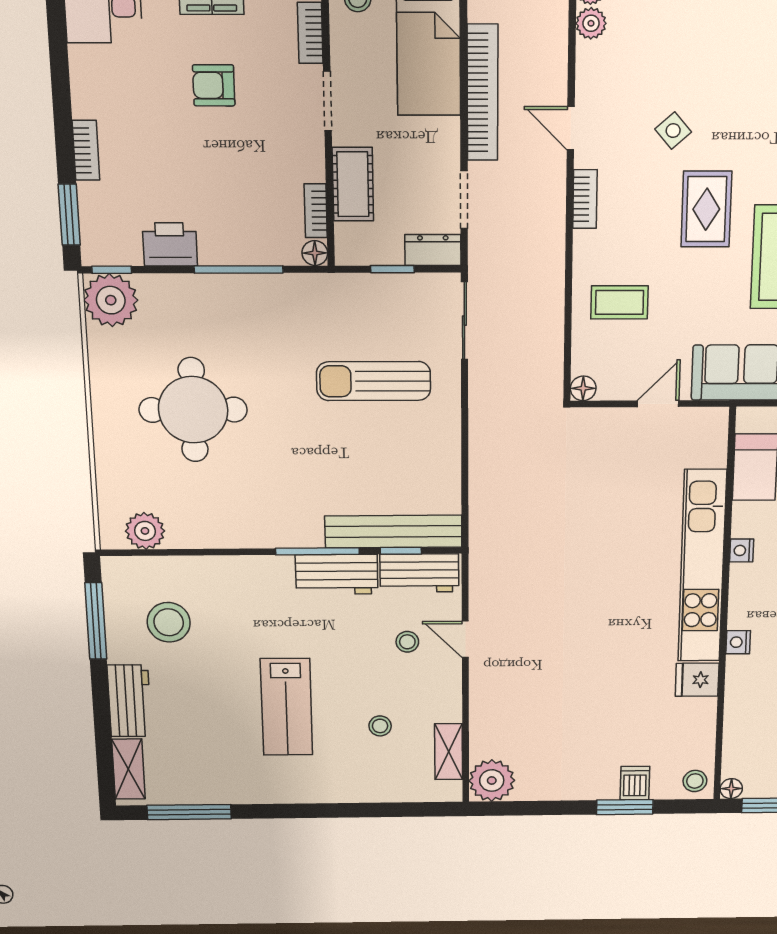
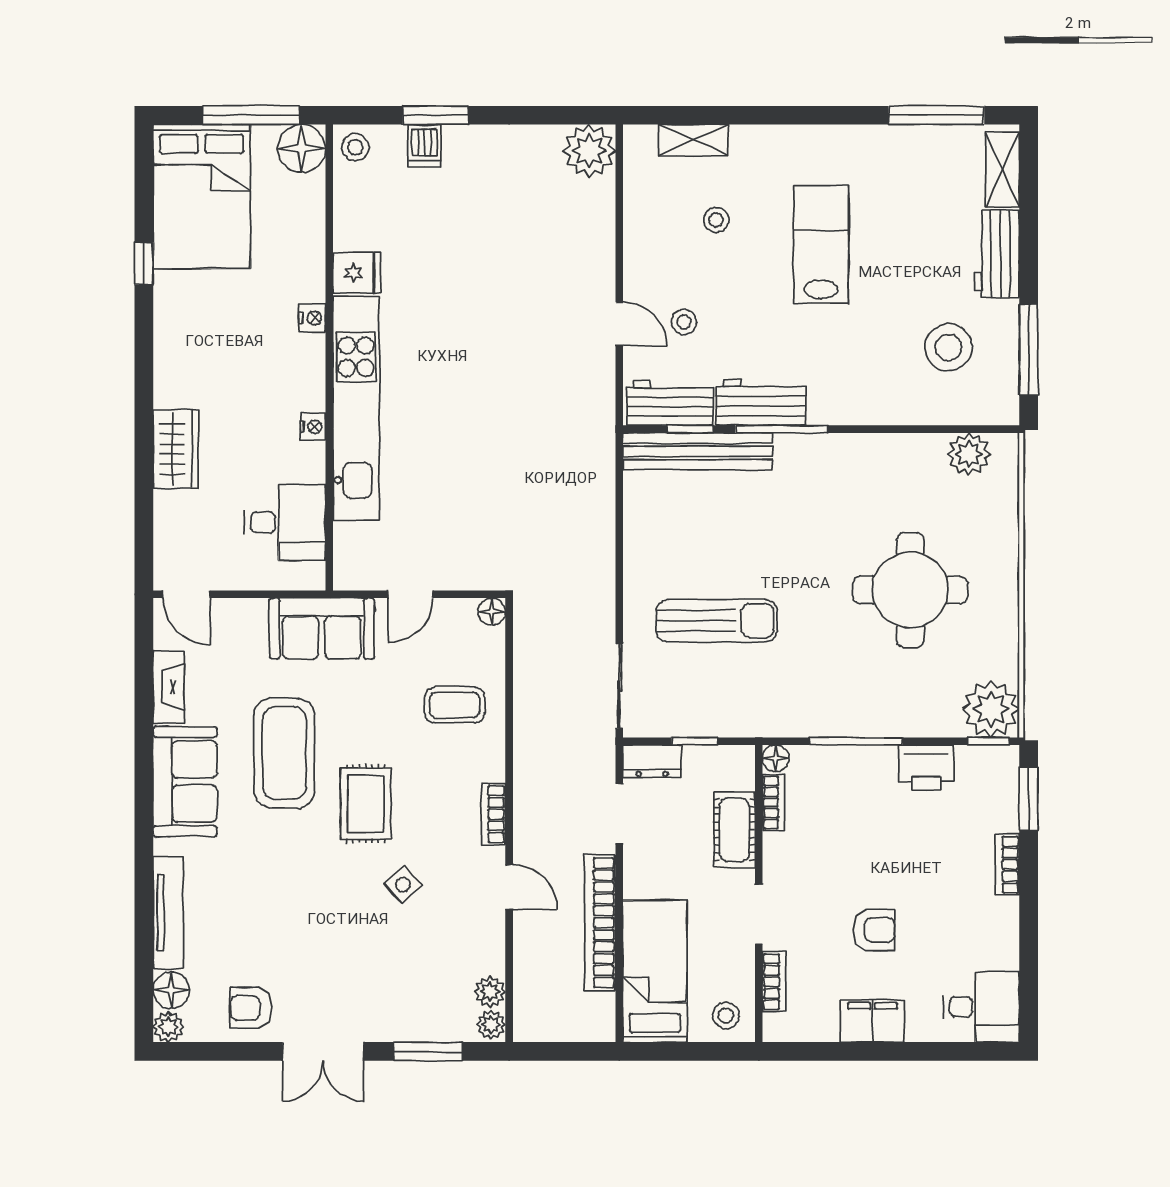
shelving: (449, 752) -> (693, 140), moved, turned 90
floor lamp: (731, 789) -> (302, 148), width x1.89, depth x1.89

